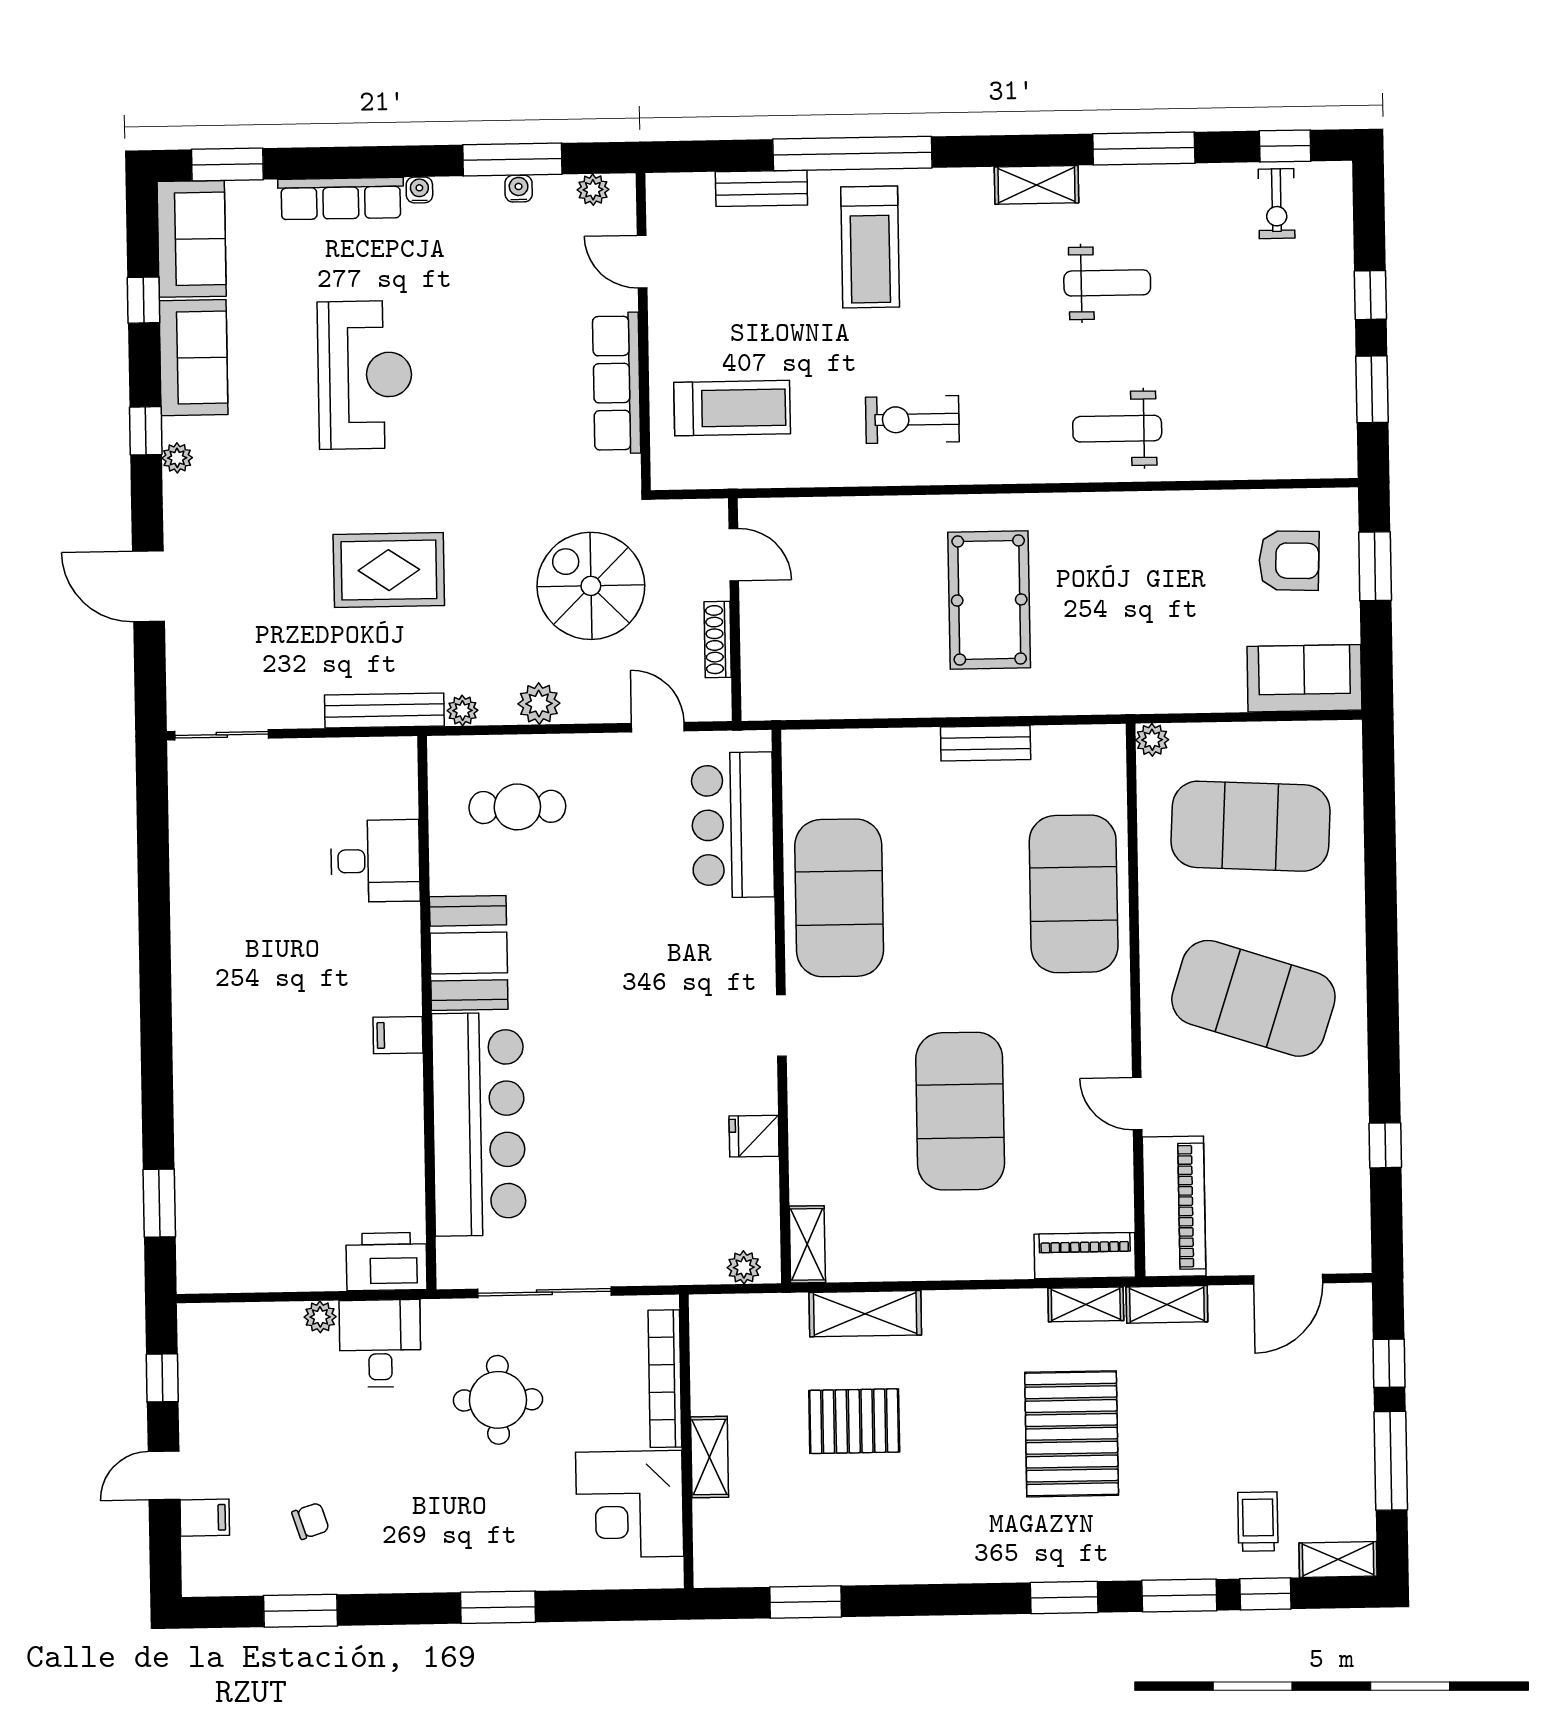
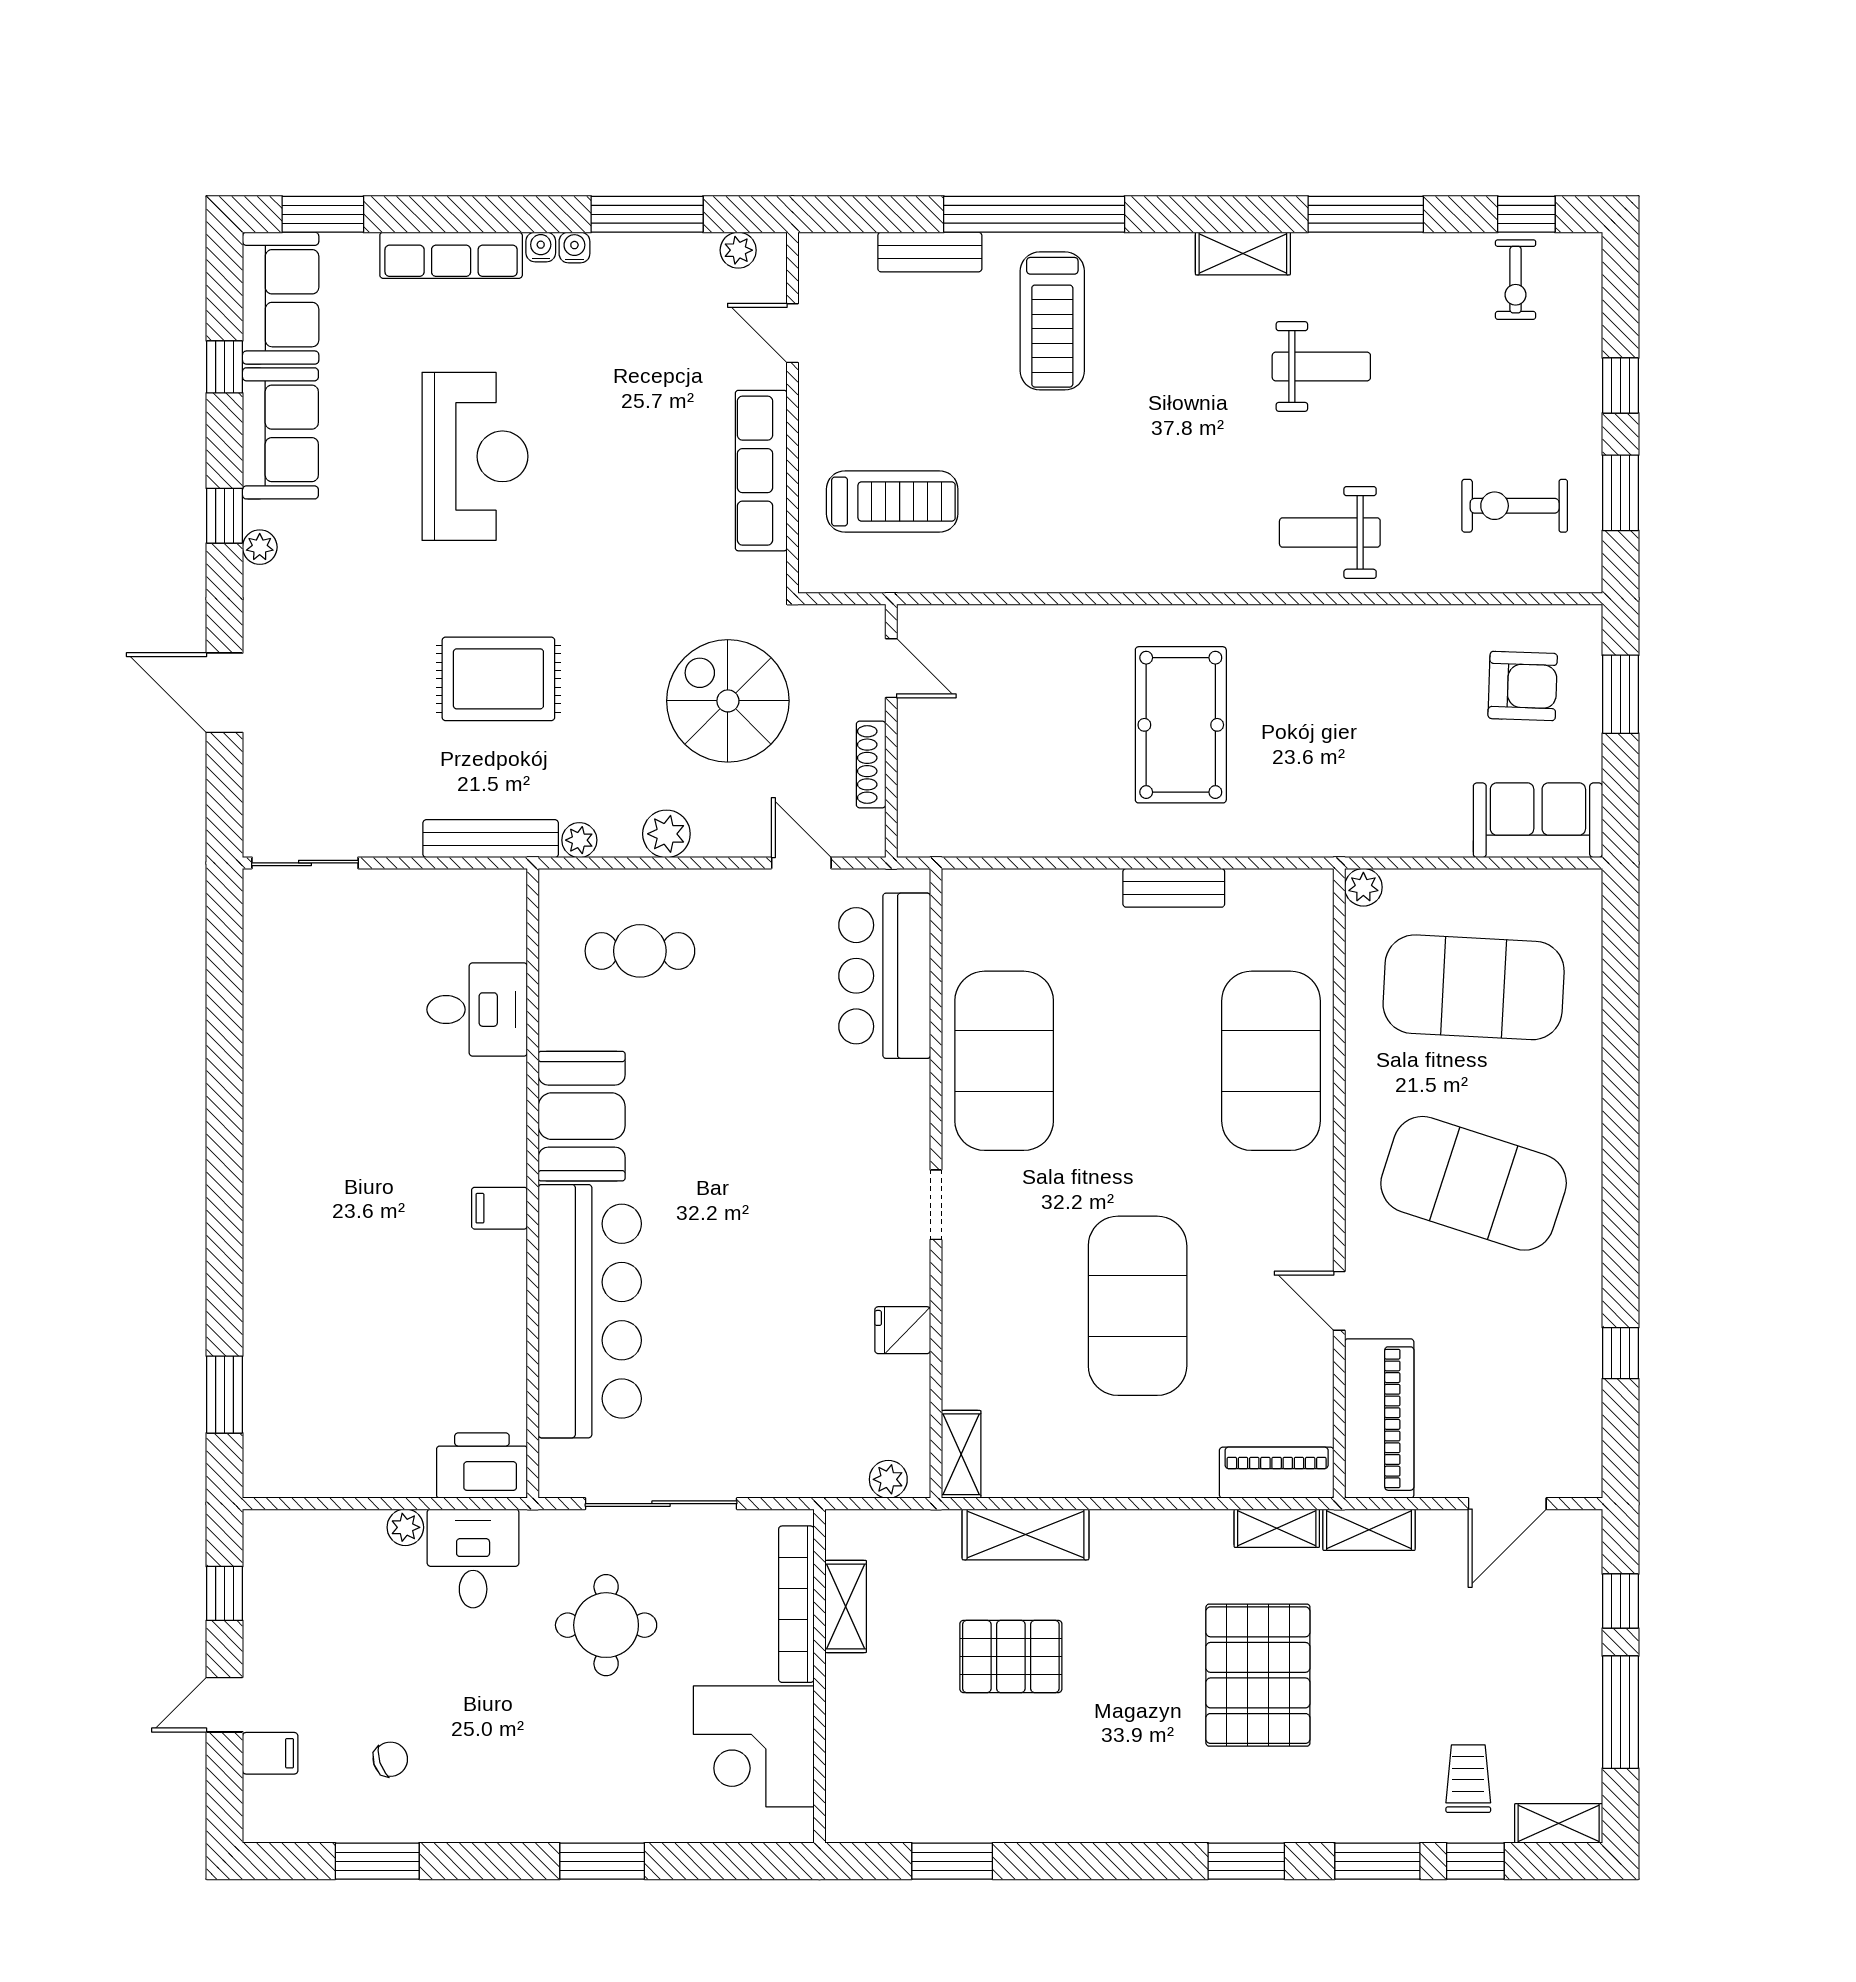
water cooler: (519, 189) -> (574, 248), moved
exercise bike: (912, 419) -> (1515, 506), moved
shelving: (710, 1457) -> (846, 1606), moved

